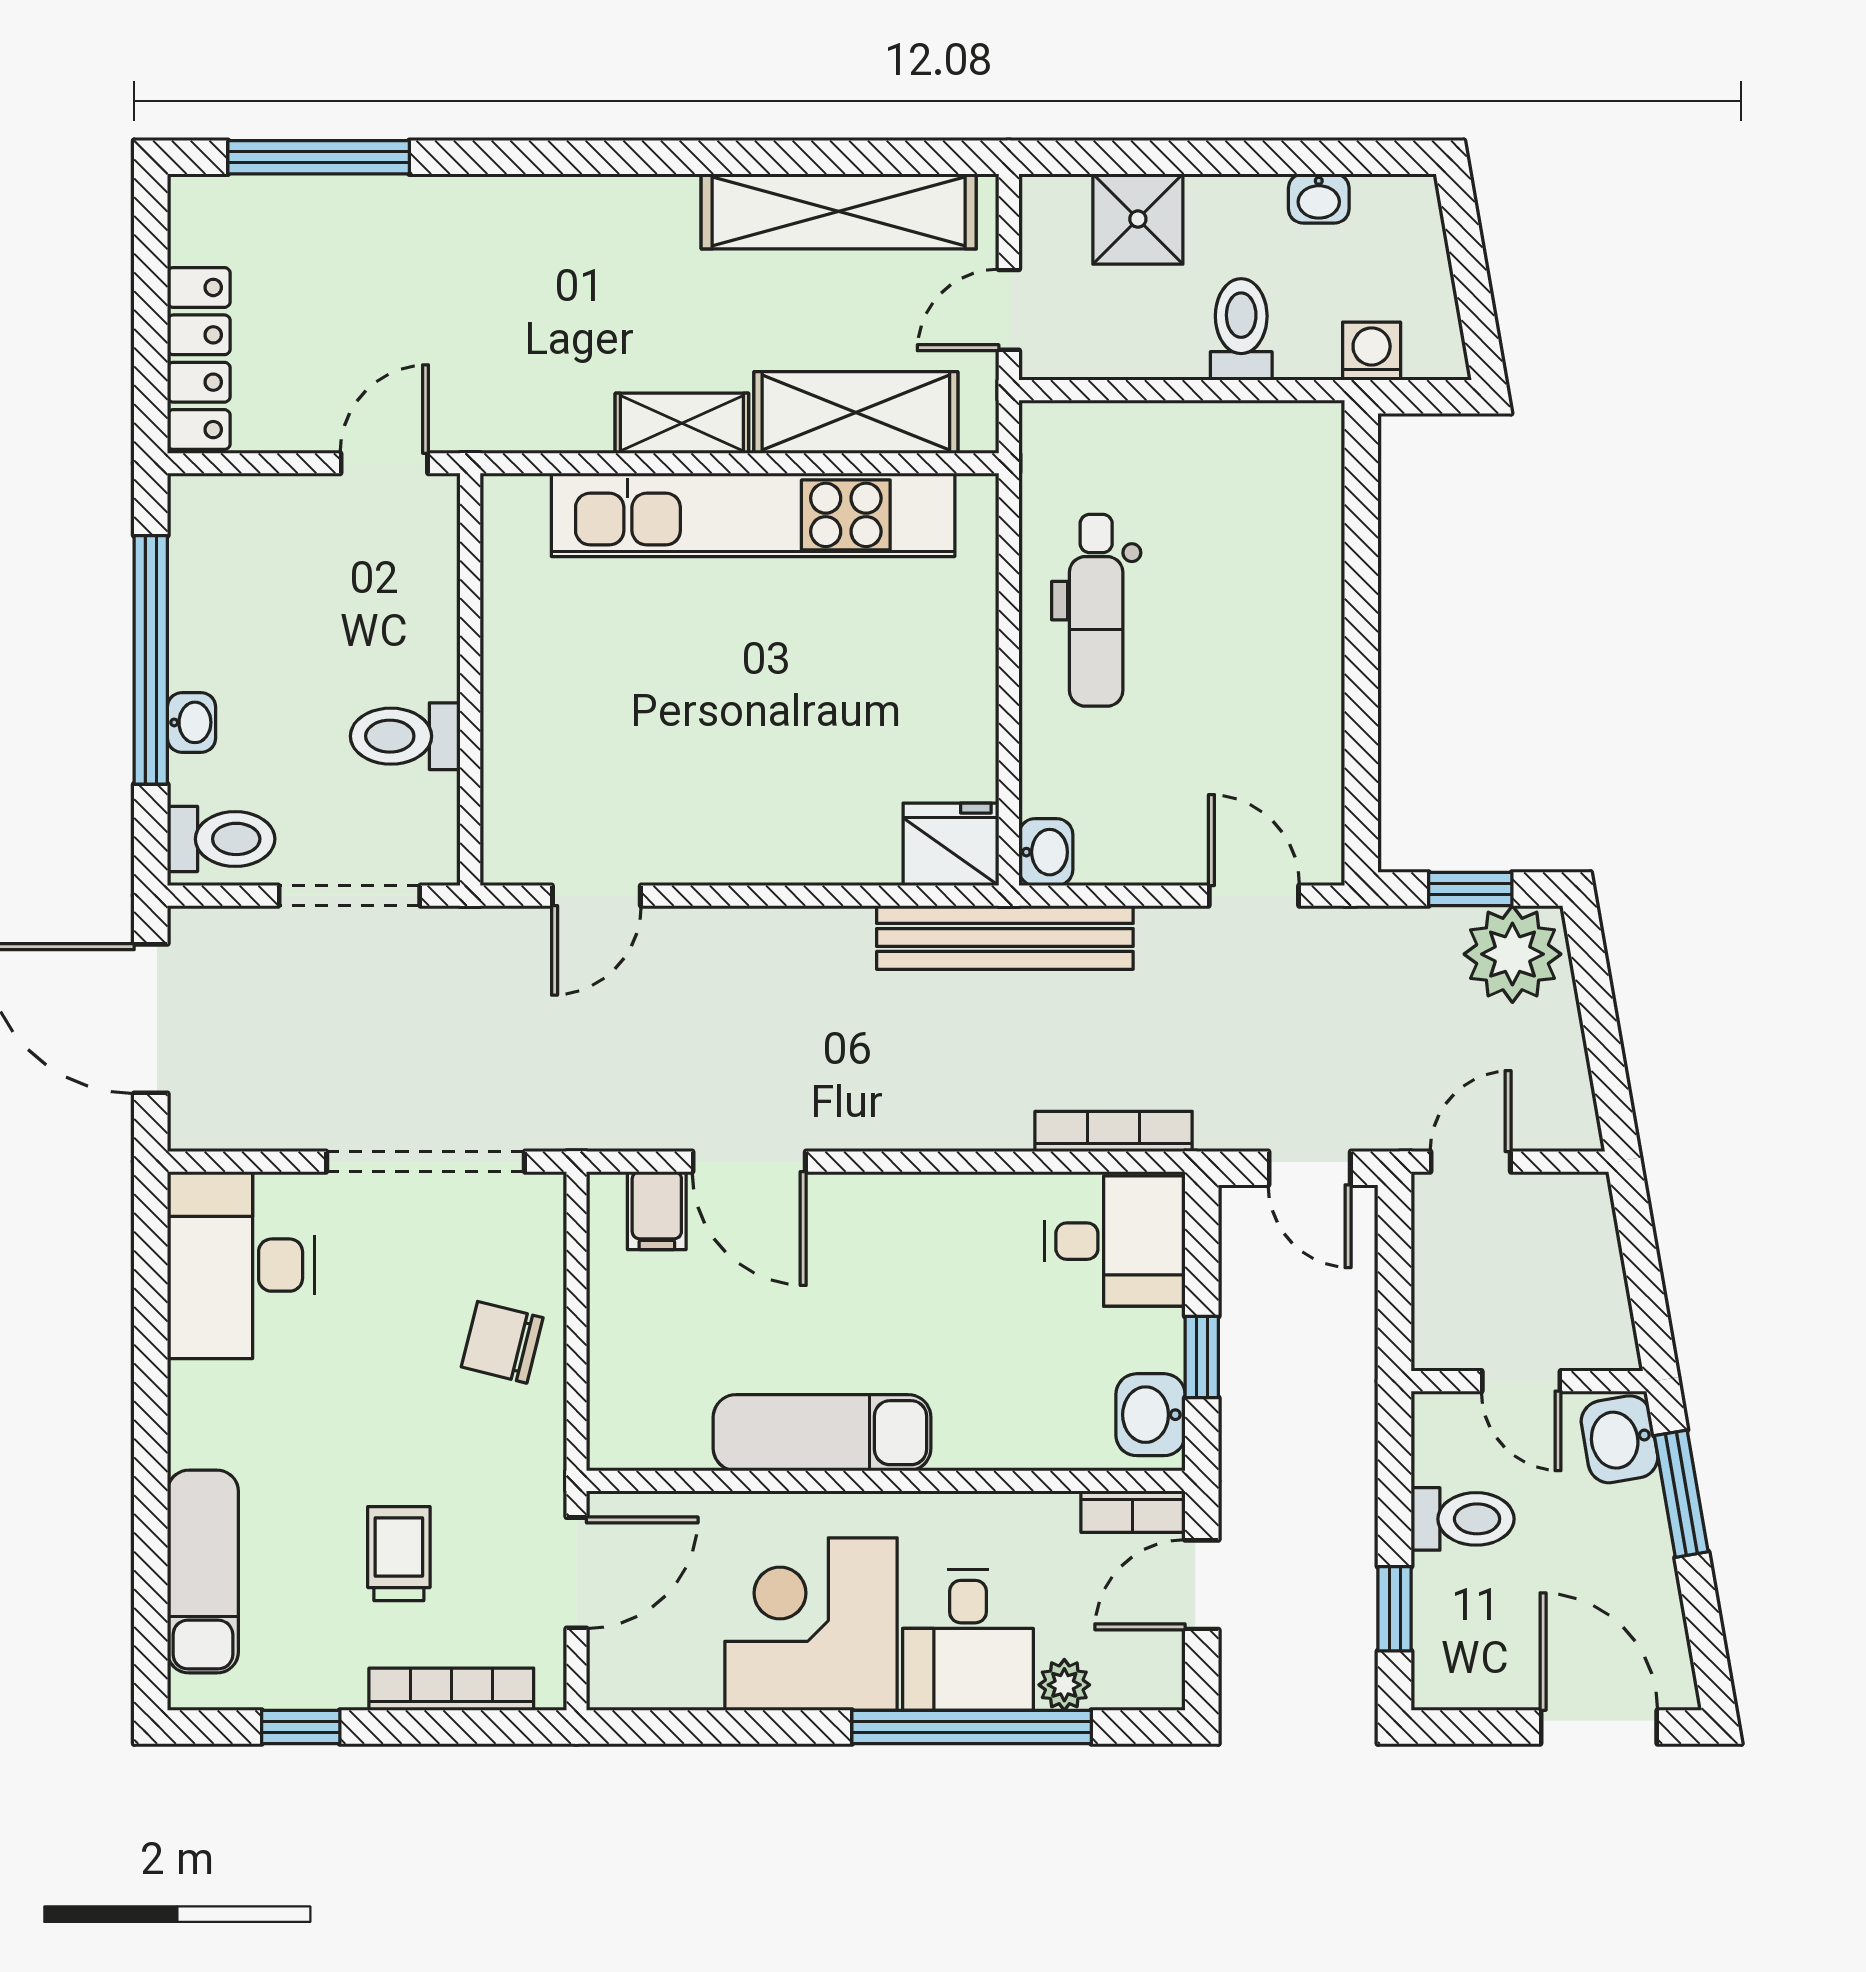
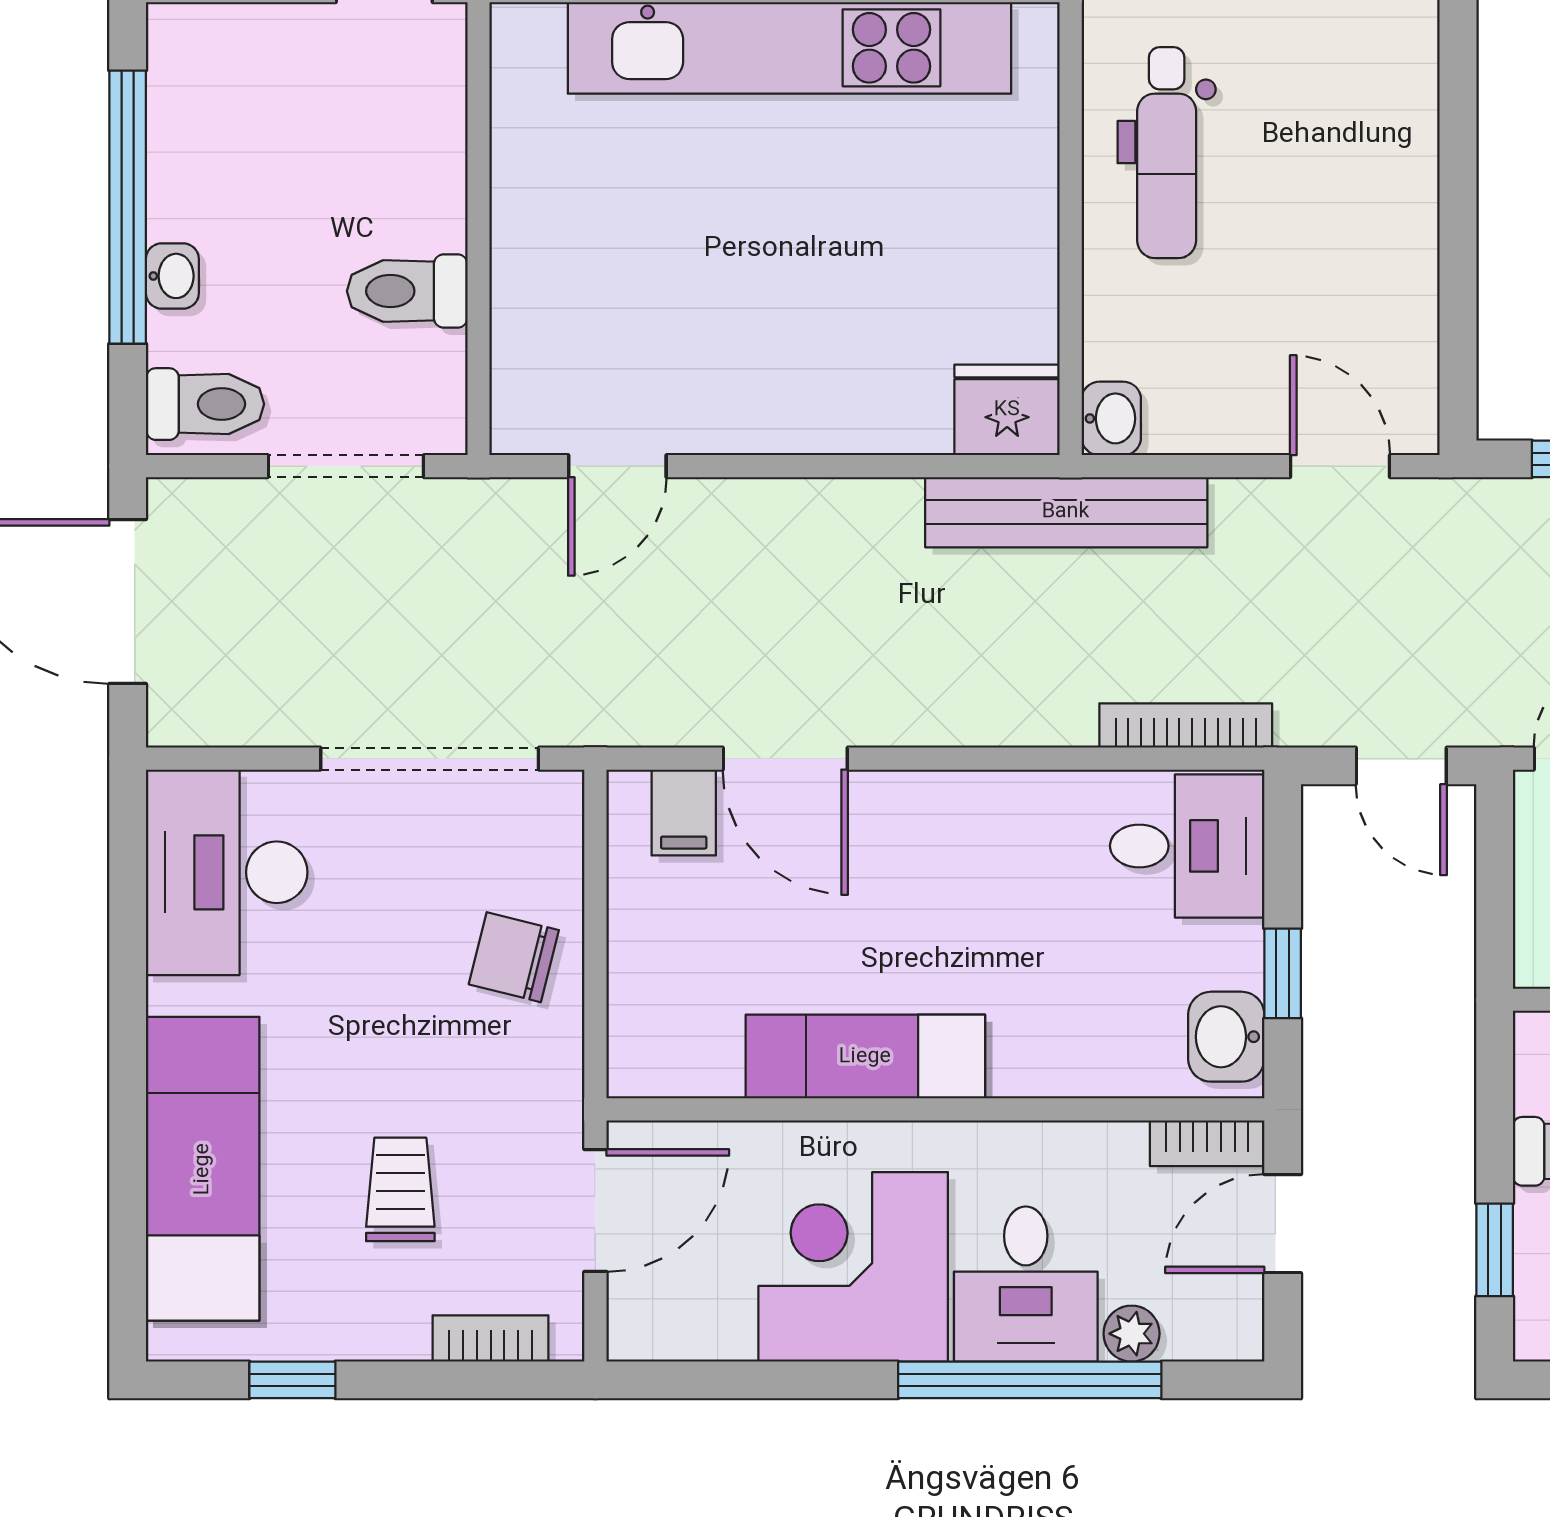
exam couch: (203, 1572) -> (203, 1169), width x1.36, depth x1.45
bookcase: (451, 1689) -> (491, 1338), width x0.64

